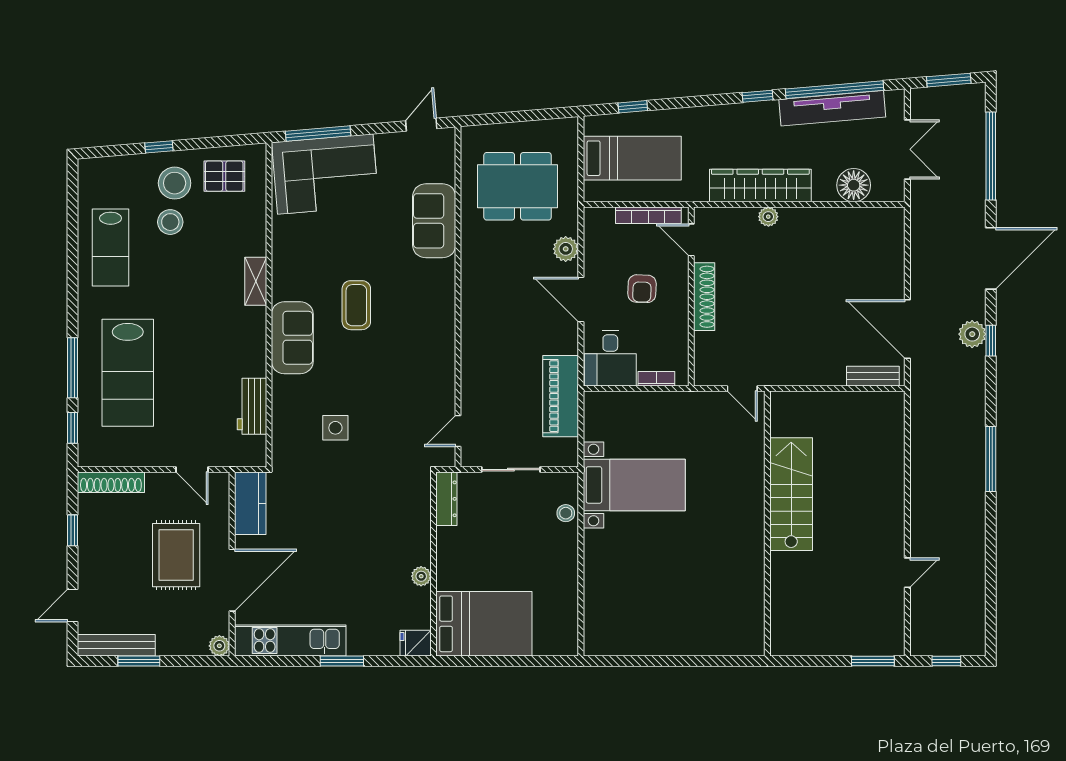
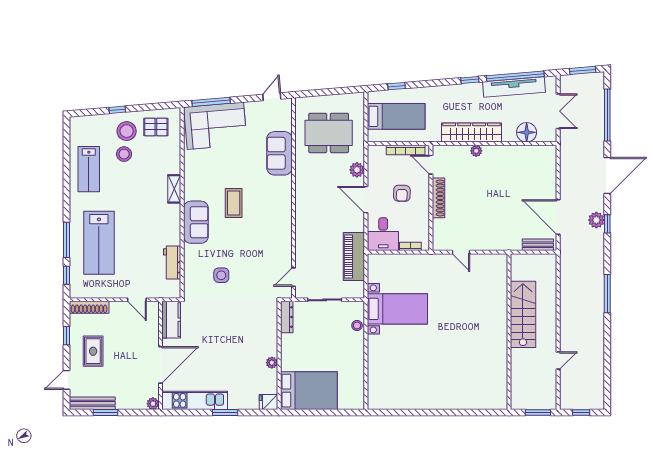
stairs: (791, 494) -> (523, 314), moved
wall: (767, 524) -> (509, 332), moved
rug: (176, 555) -> (93, 351), moved, width x0.73, depth x0.70

